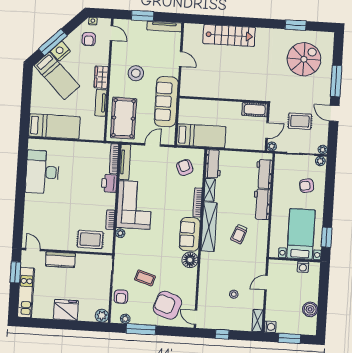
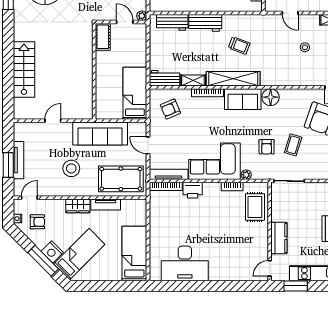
tv unit: (164, 26) -> (19, 160), moved
armchair: (121, 297) -> (267, 147), moved, turned 90

